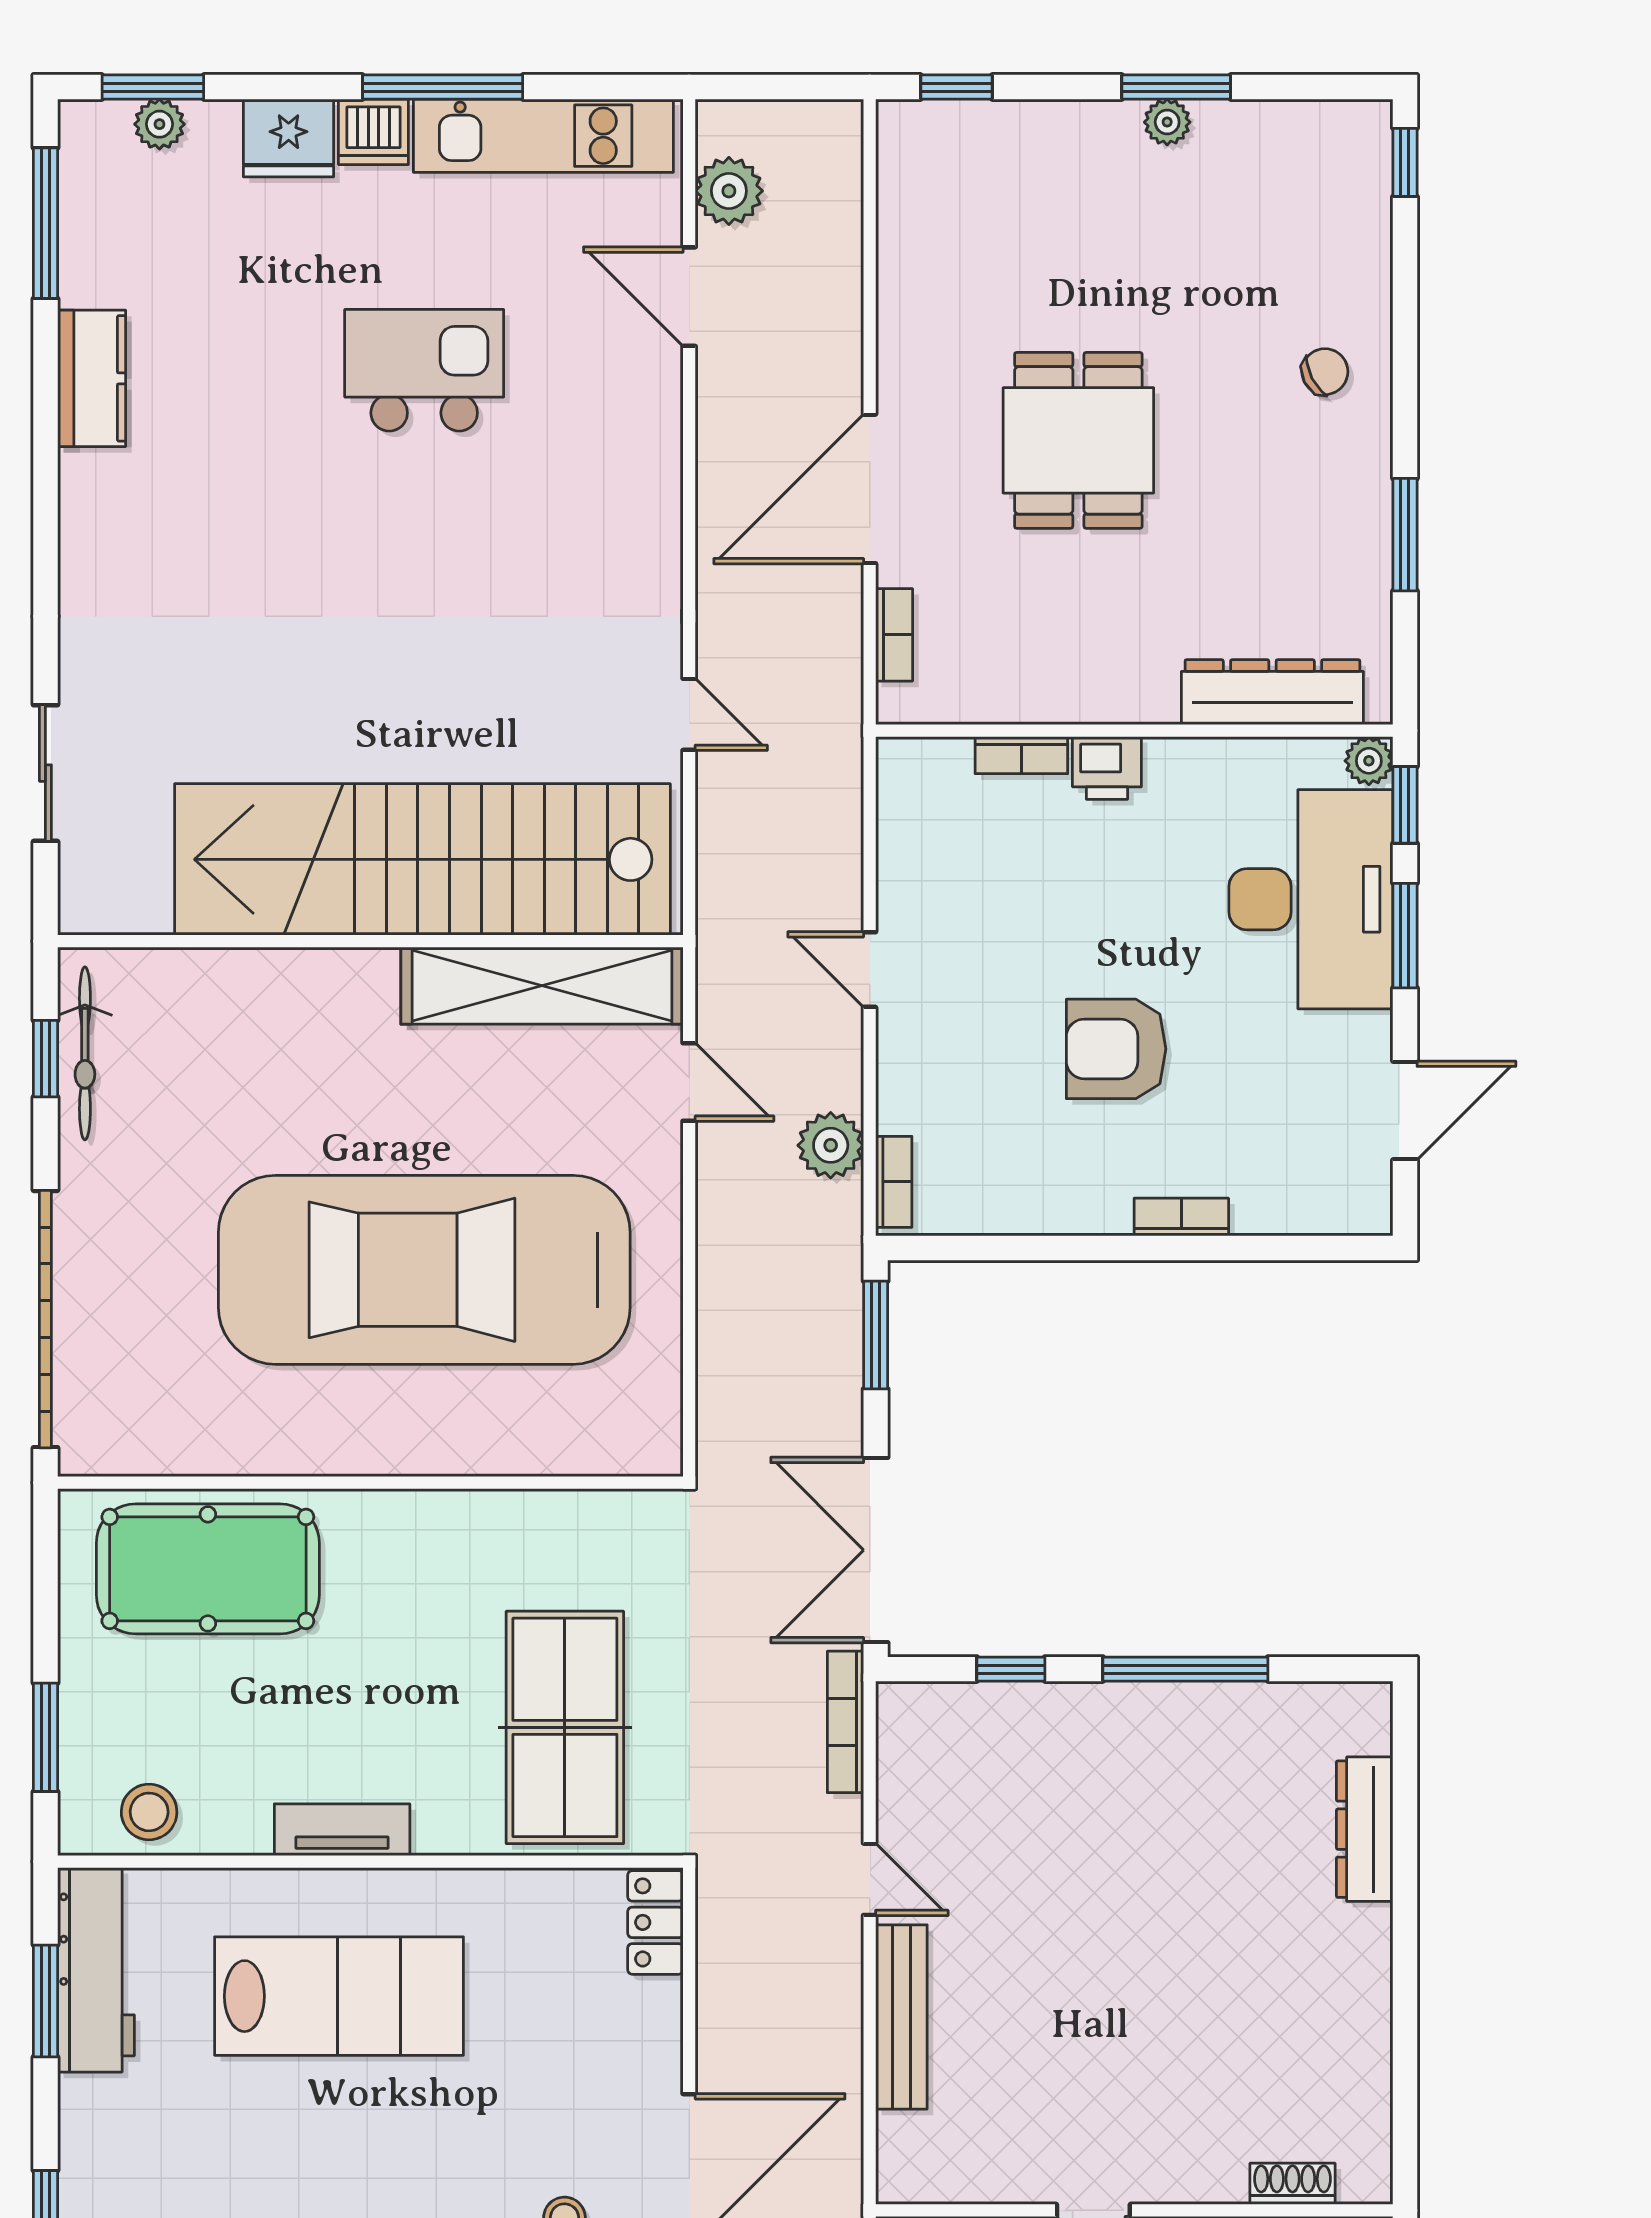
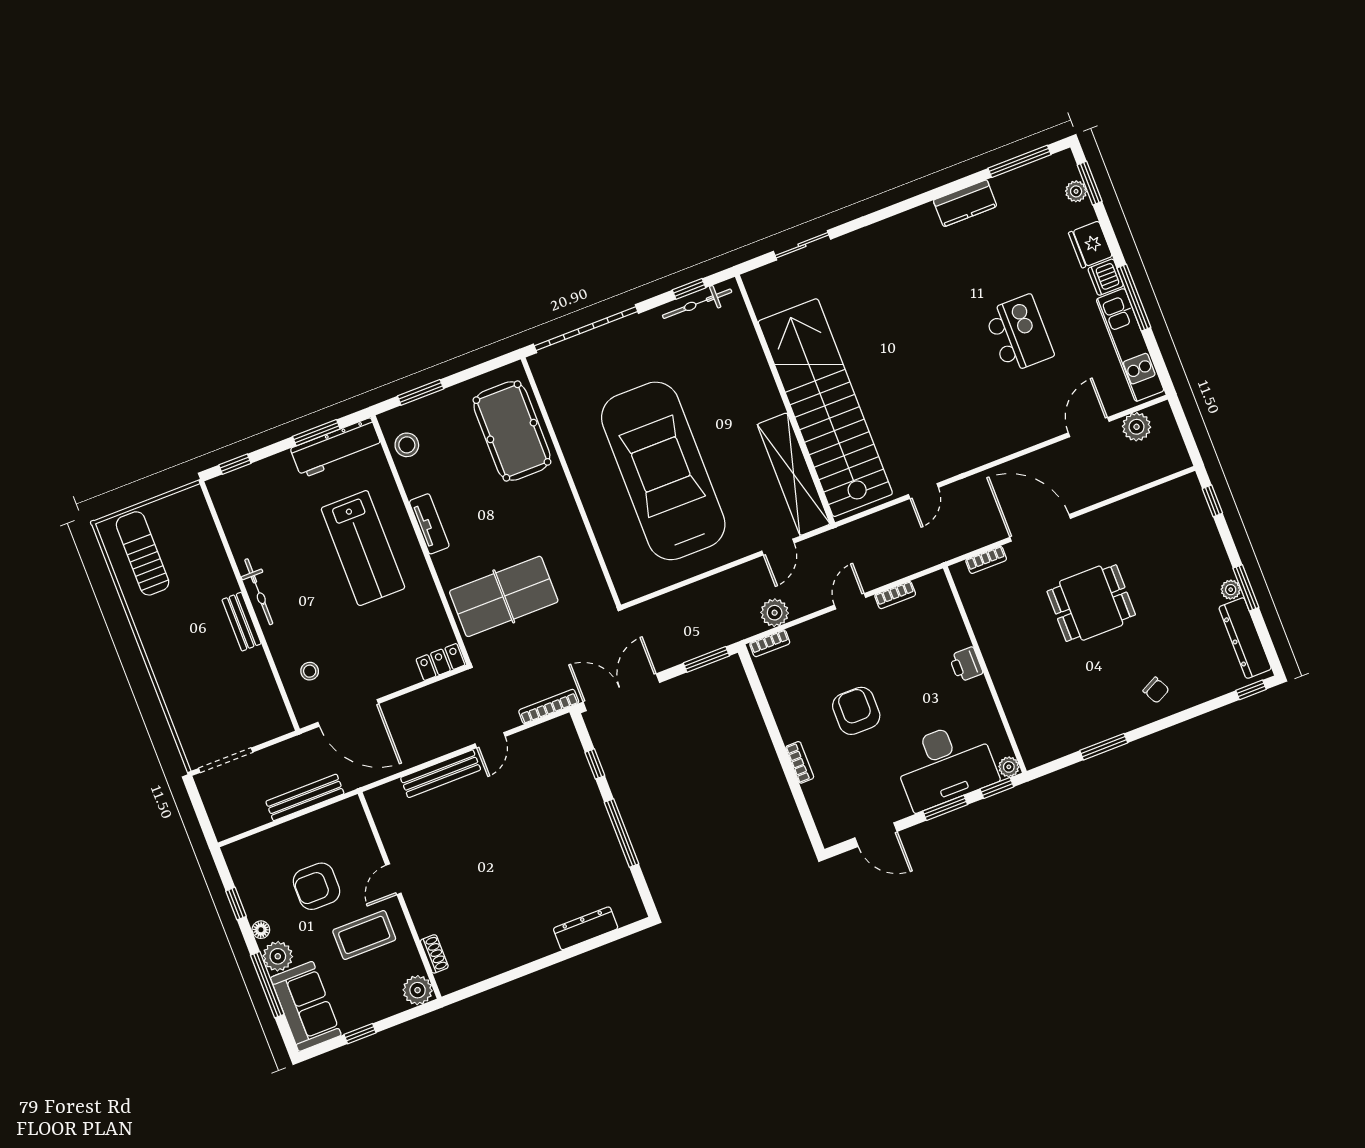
dresser: (1272, 692) -> (1245, 638), moved, turned 180
bookcase: (1021, 755) -> (895, 595), moved, turned -90

